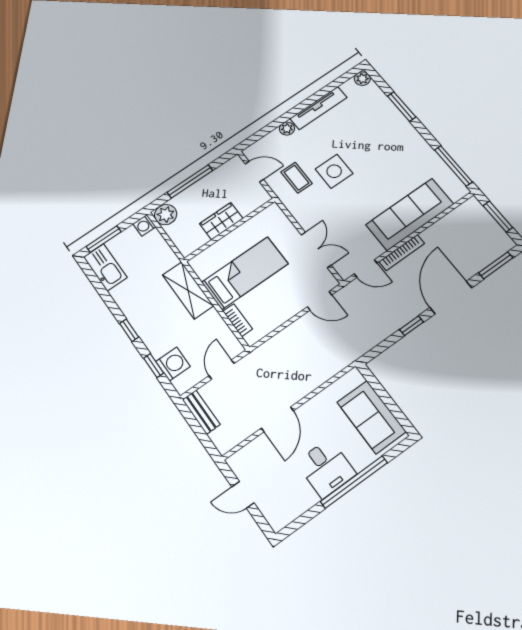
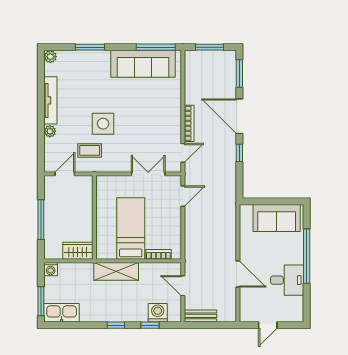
sofa: (410, 214) -> (143, 64), moved, turned -90
plant: (166, 215) -> (53, 251), removed
wardrobe: (221, 221) -> (78, 251), moved, turned 90
desk: (326, 468) -> (287, 280), moved

